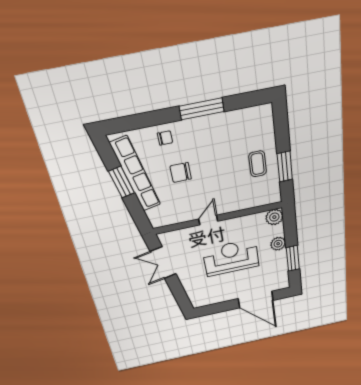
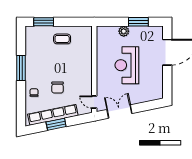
window: (285, 167) -> (44, 22), moved
plant: (274, 217) -> (102, 32), removed
door: (208, 220) -> (94, 102), moved
double door: (163, 263) -> (119, 111), swing flipped

